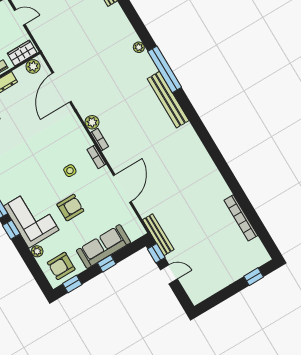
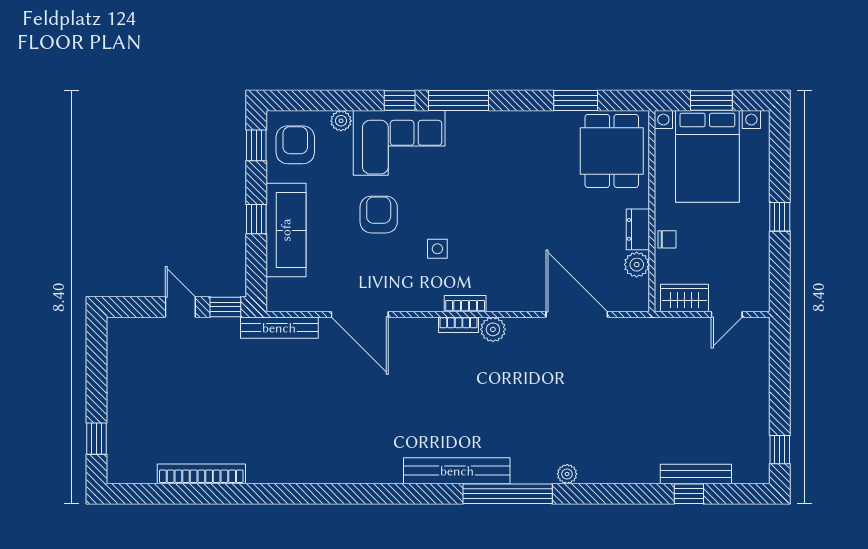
wardrobe: (22, 53) -> (685, 298), moved, turned -90
plant: (33, 66) -> (637, 265), moved
bookcase: (96, 157) -> (465, 304), moved
armchair: (70, 208) -> (379, 215), turned 180
bench: (158, 235) -> (279, 328), moved
door: (169, 274) -> (180, 307), swing flipped

